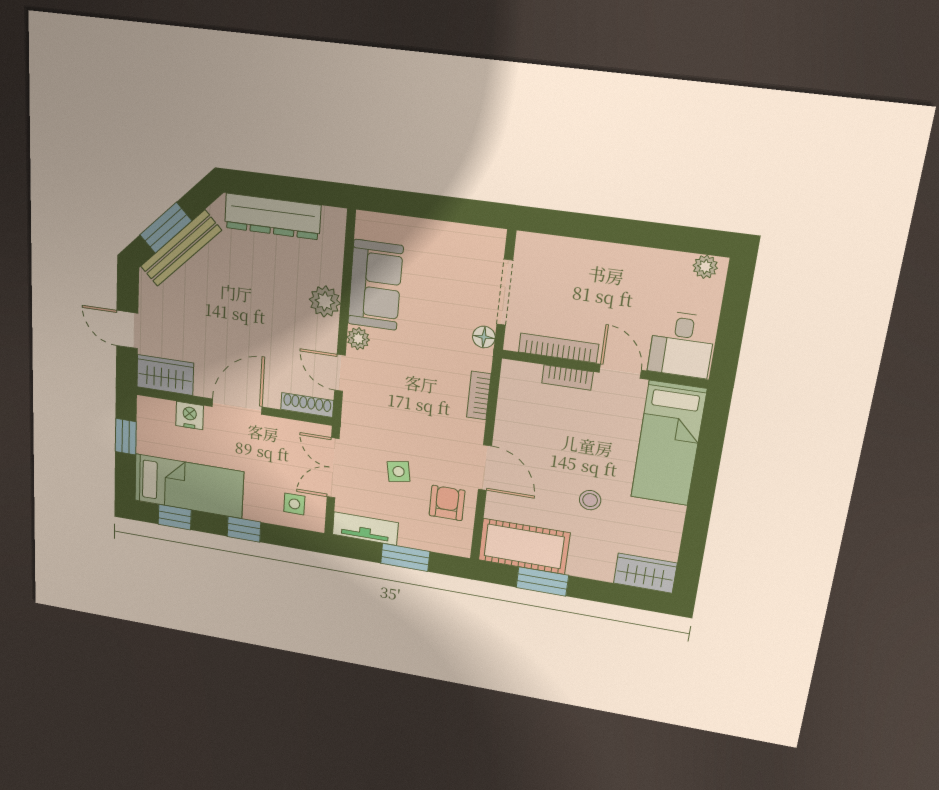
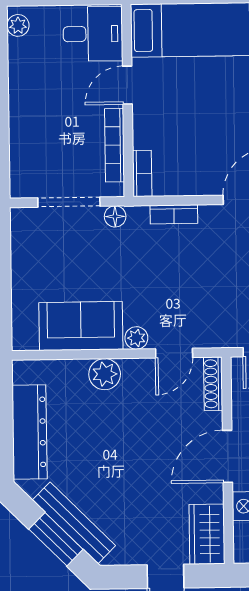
bookcase: (567, 377) -> (142, 173), moved
door: (237, 407) -> (228, 456), hinge flipped

